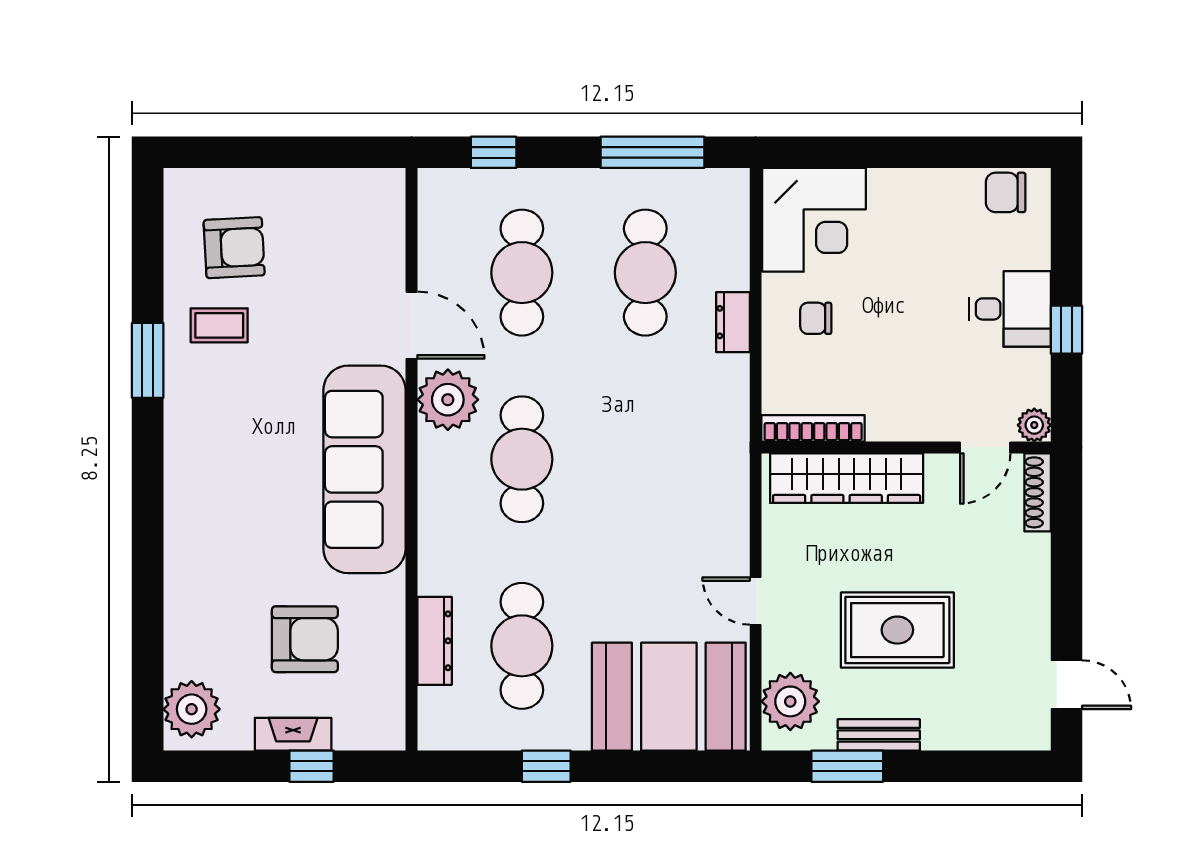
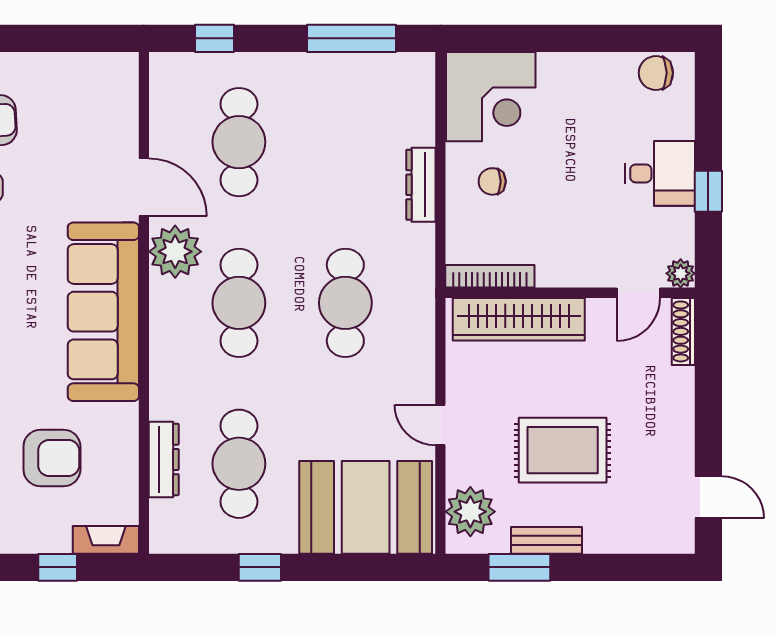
cafe table: (645, 273) -> (345, 303), moved
dresser: (733, 322) -> (421, 185), width x1.44
fireplace: (293, 734) -> (106, 540), moved

